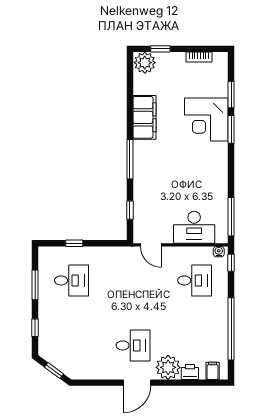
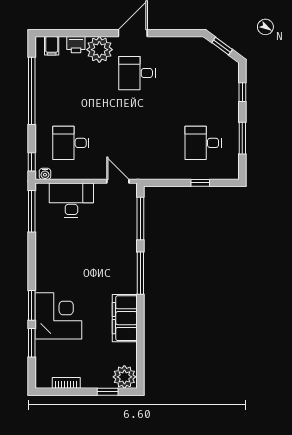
window: (130, 210) -> (140, 218), width x2.17

